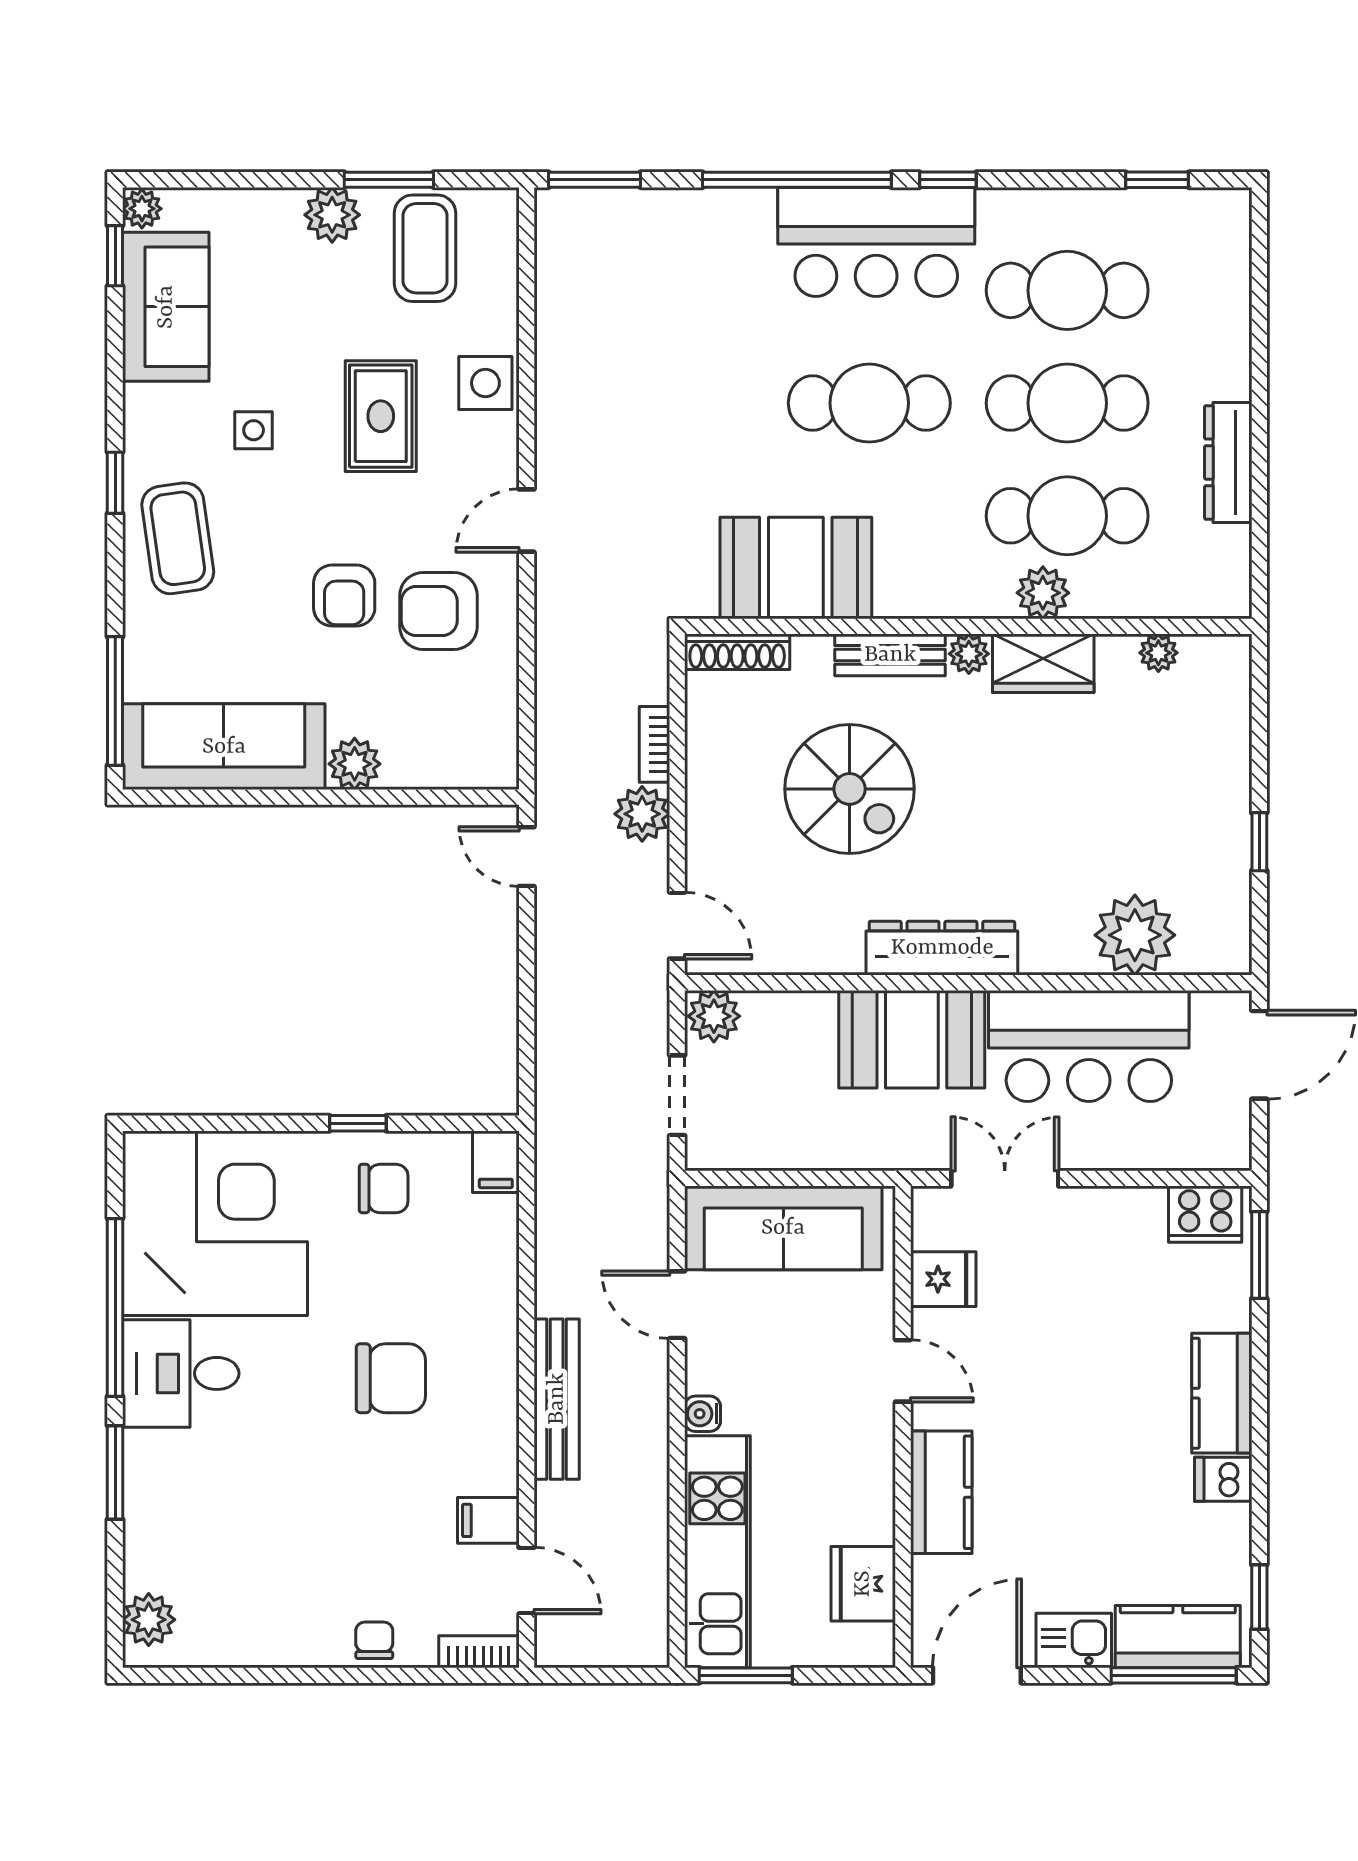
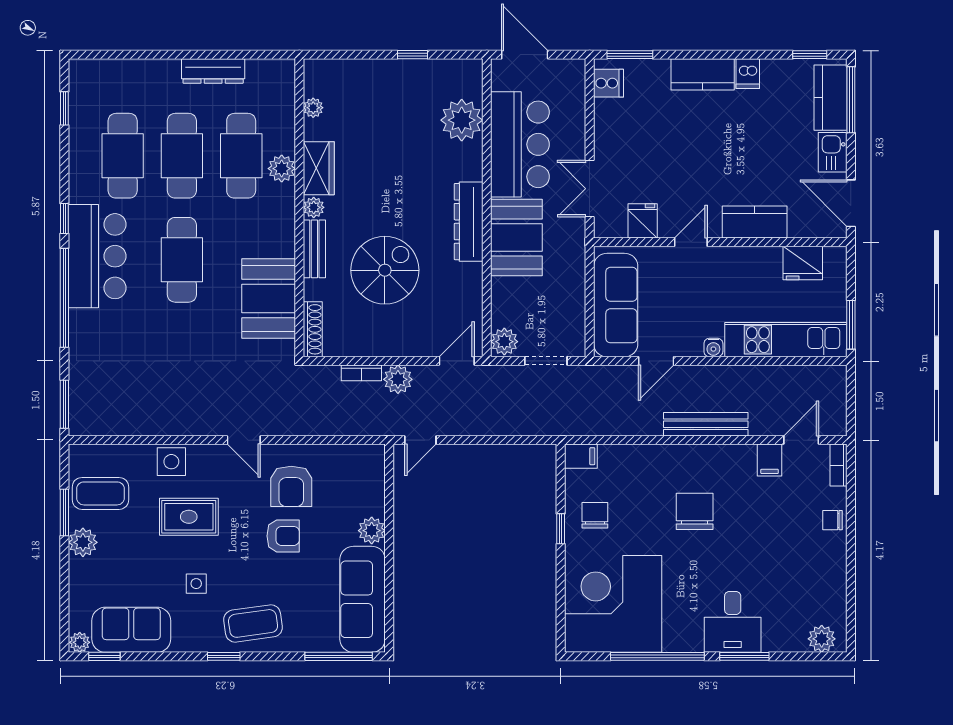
cooker: (1205, 1214) -> (608, 83), width x0.73
desk: (181, 1373) -> (733, 622), moved

